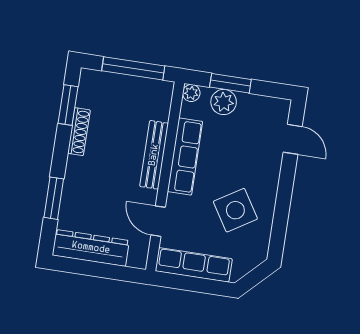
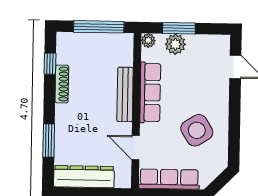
window: (68, 105) -> (50, 64), width x0.67

